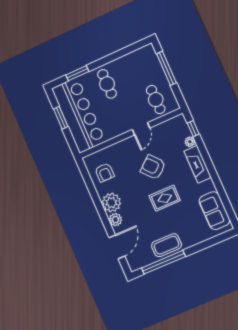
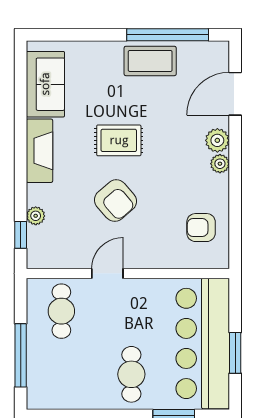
fireplace: (198, 164) -> (39, 151), moved
armchair: (105, 172) -> (201, 228), turned -90
plant: (111, 203) -> (220, 164), width x0.53, depth x0.53

